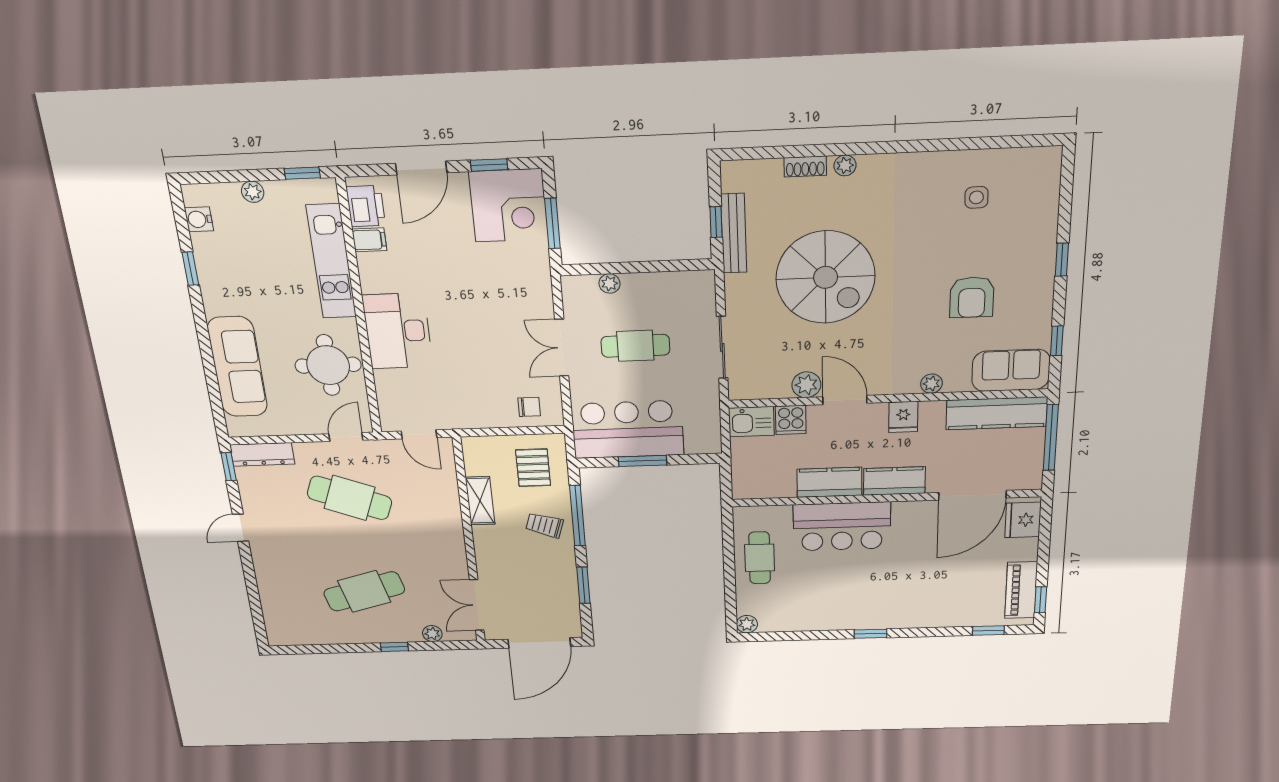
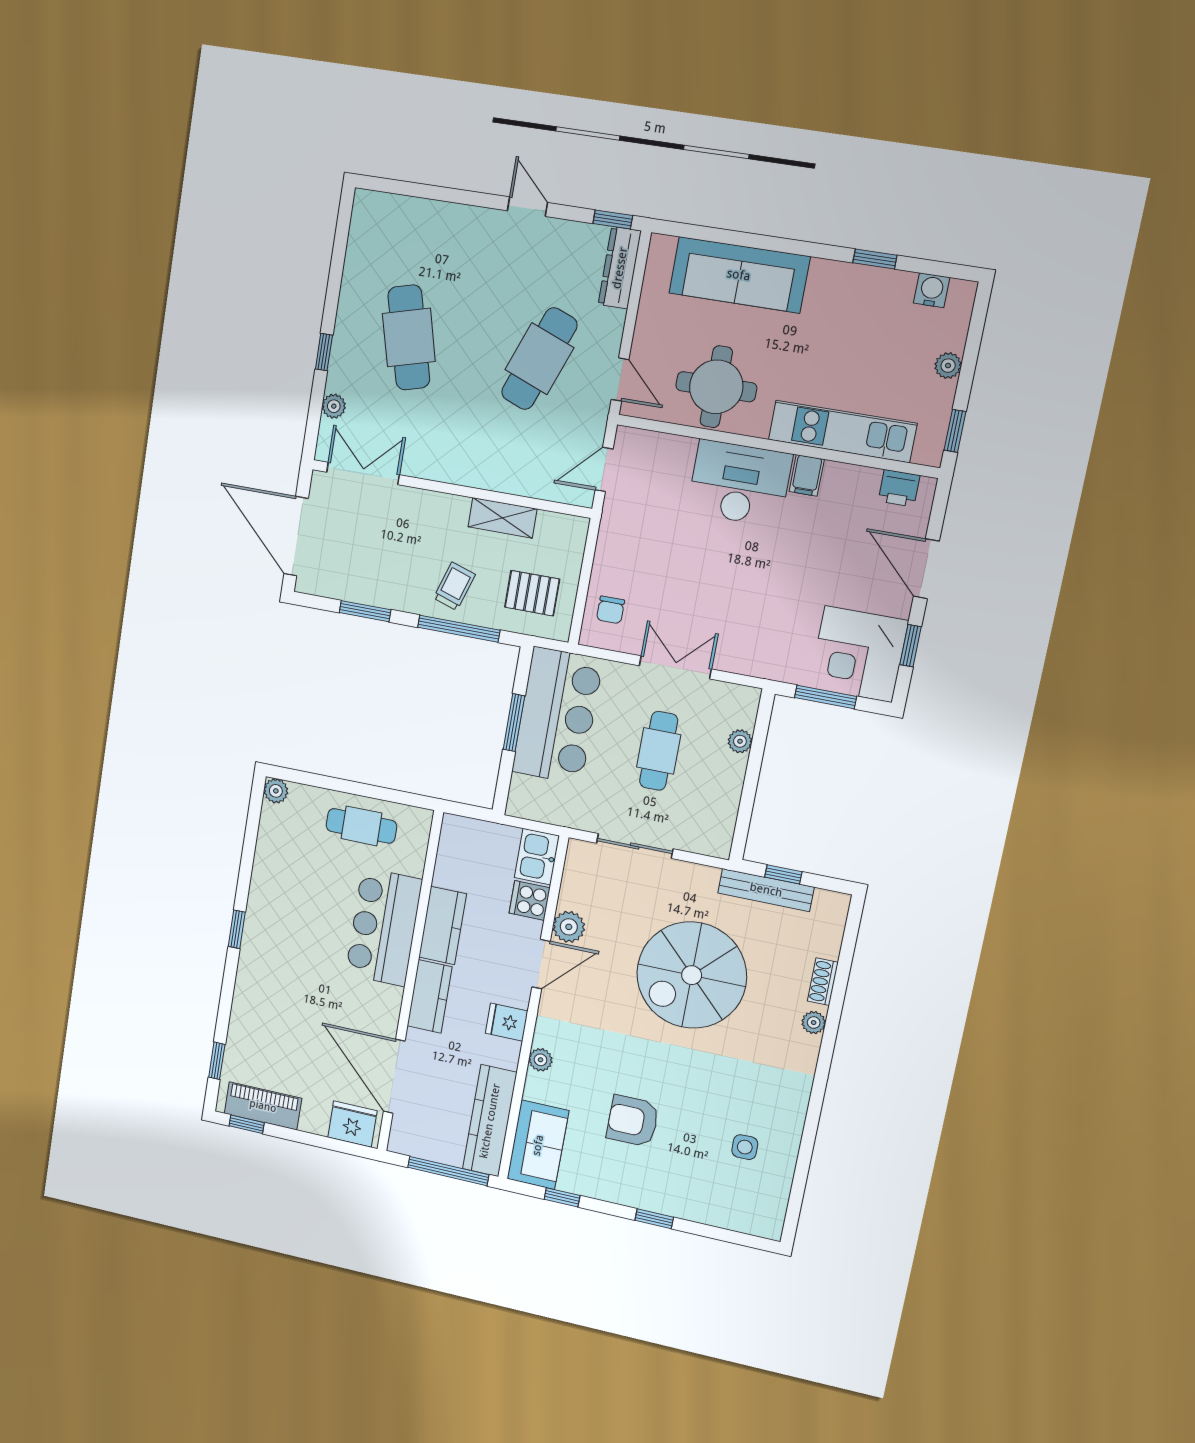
printer: (366, 206) -> (899, 488), width x0.73, depth x0.81
filing cabinet: (369, 240) -> (807, 475), moved

